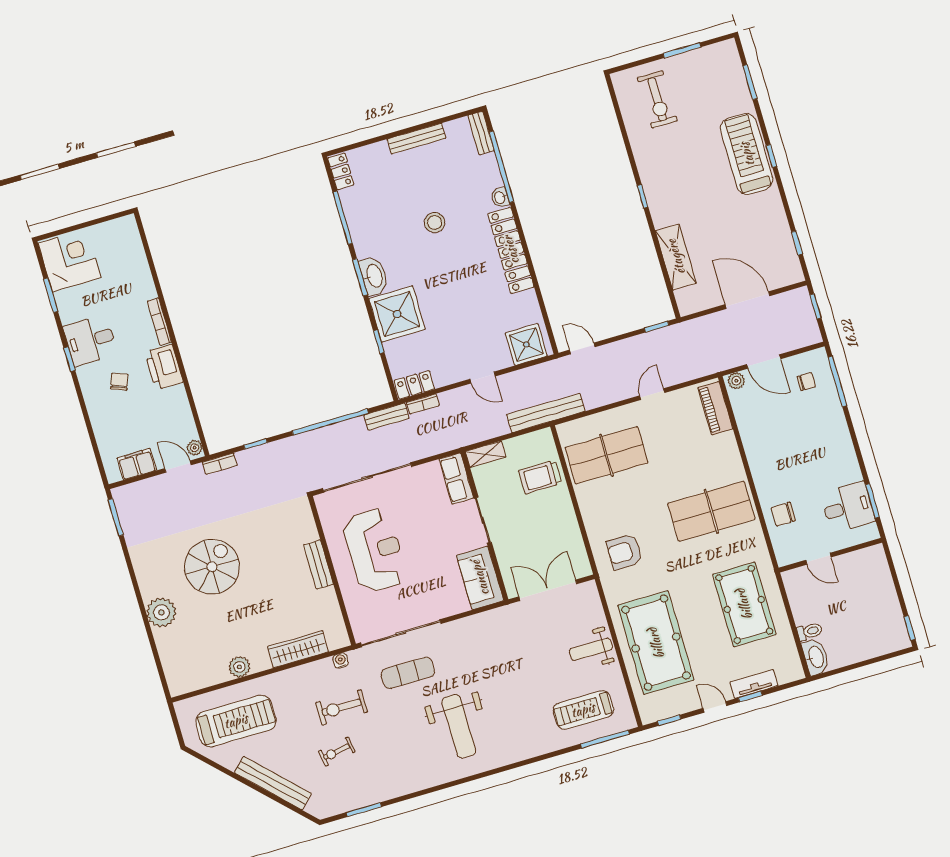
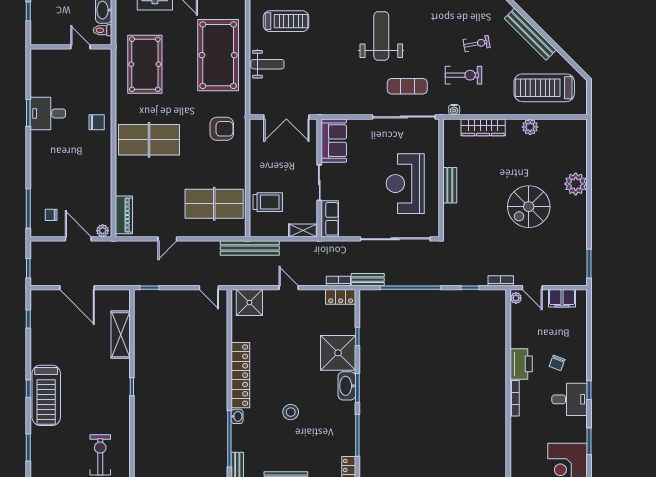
wall: (830, 555) -> (71, 47), moved
door: (818, 559) -> (80, 47), moved

